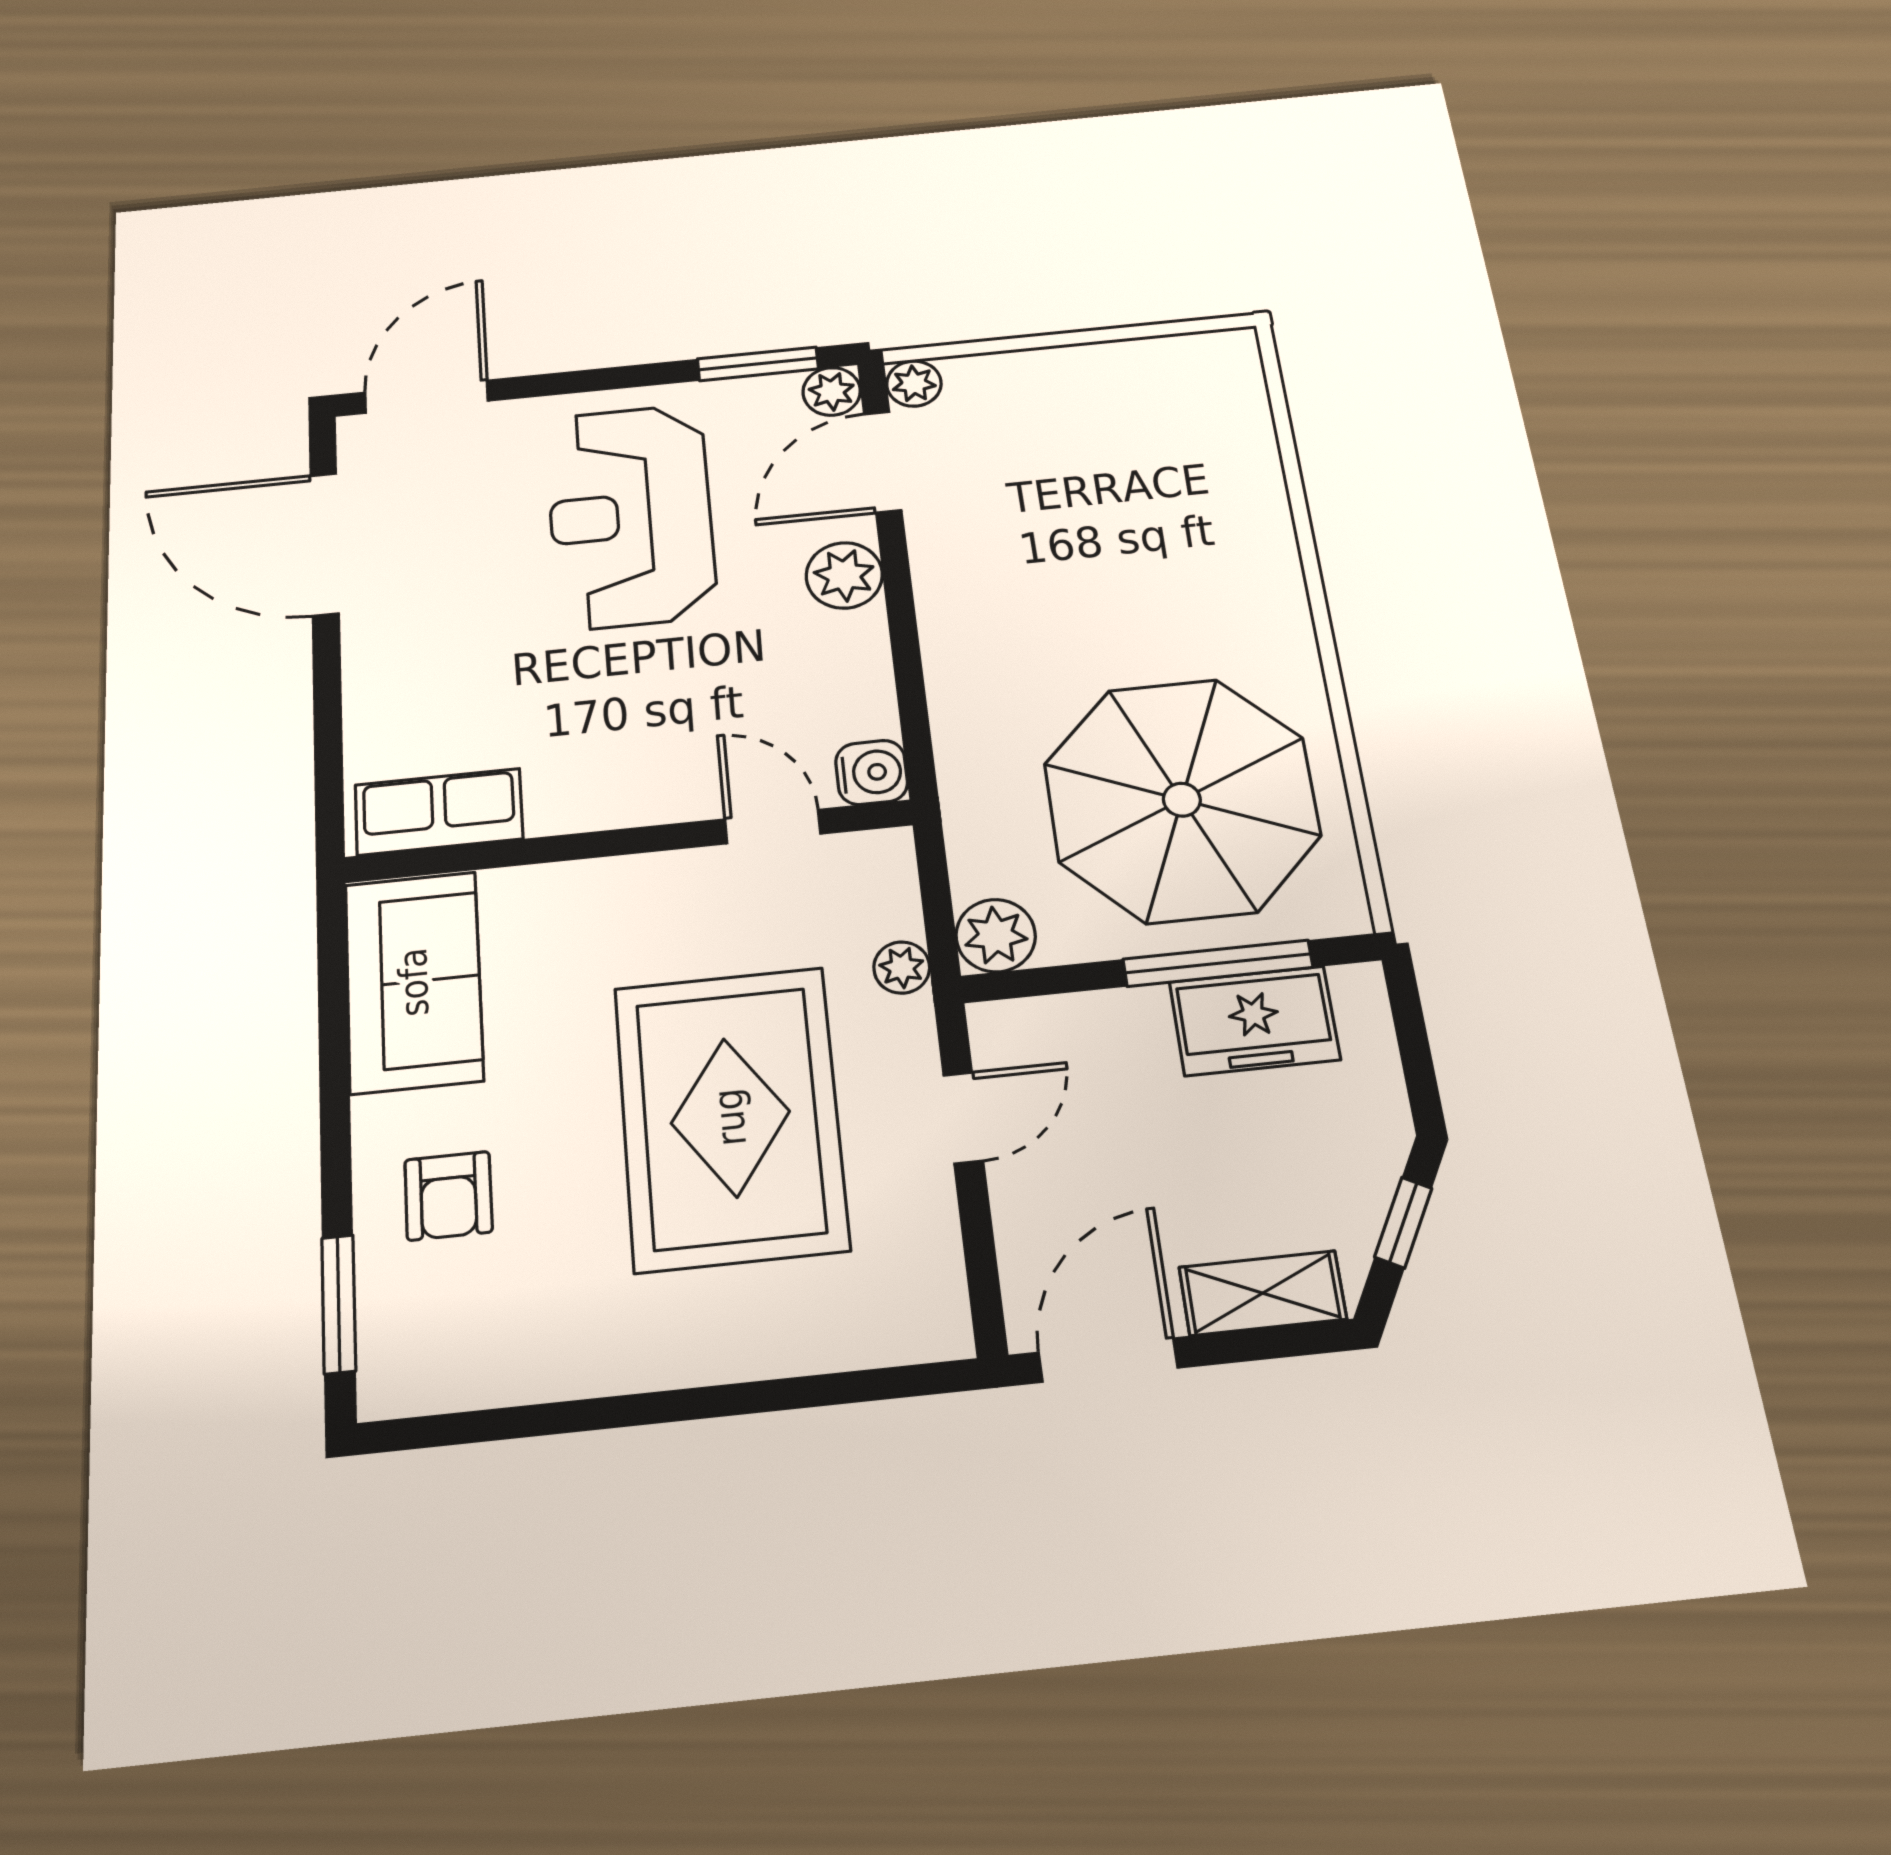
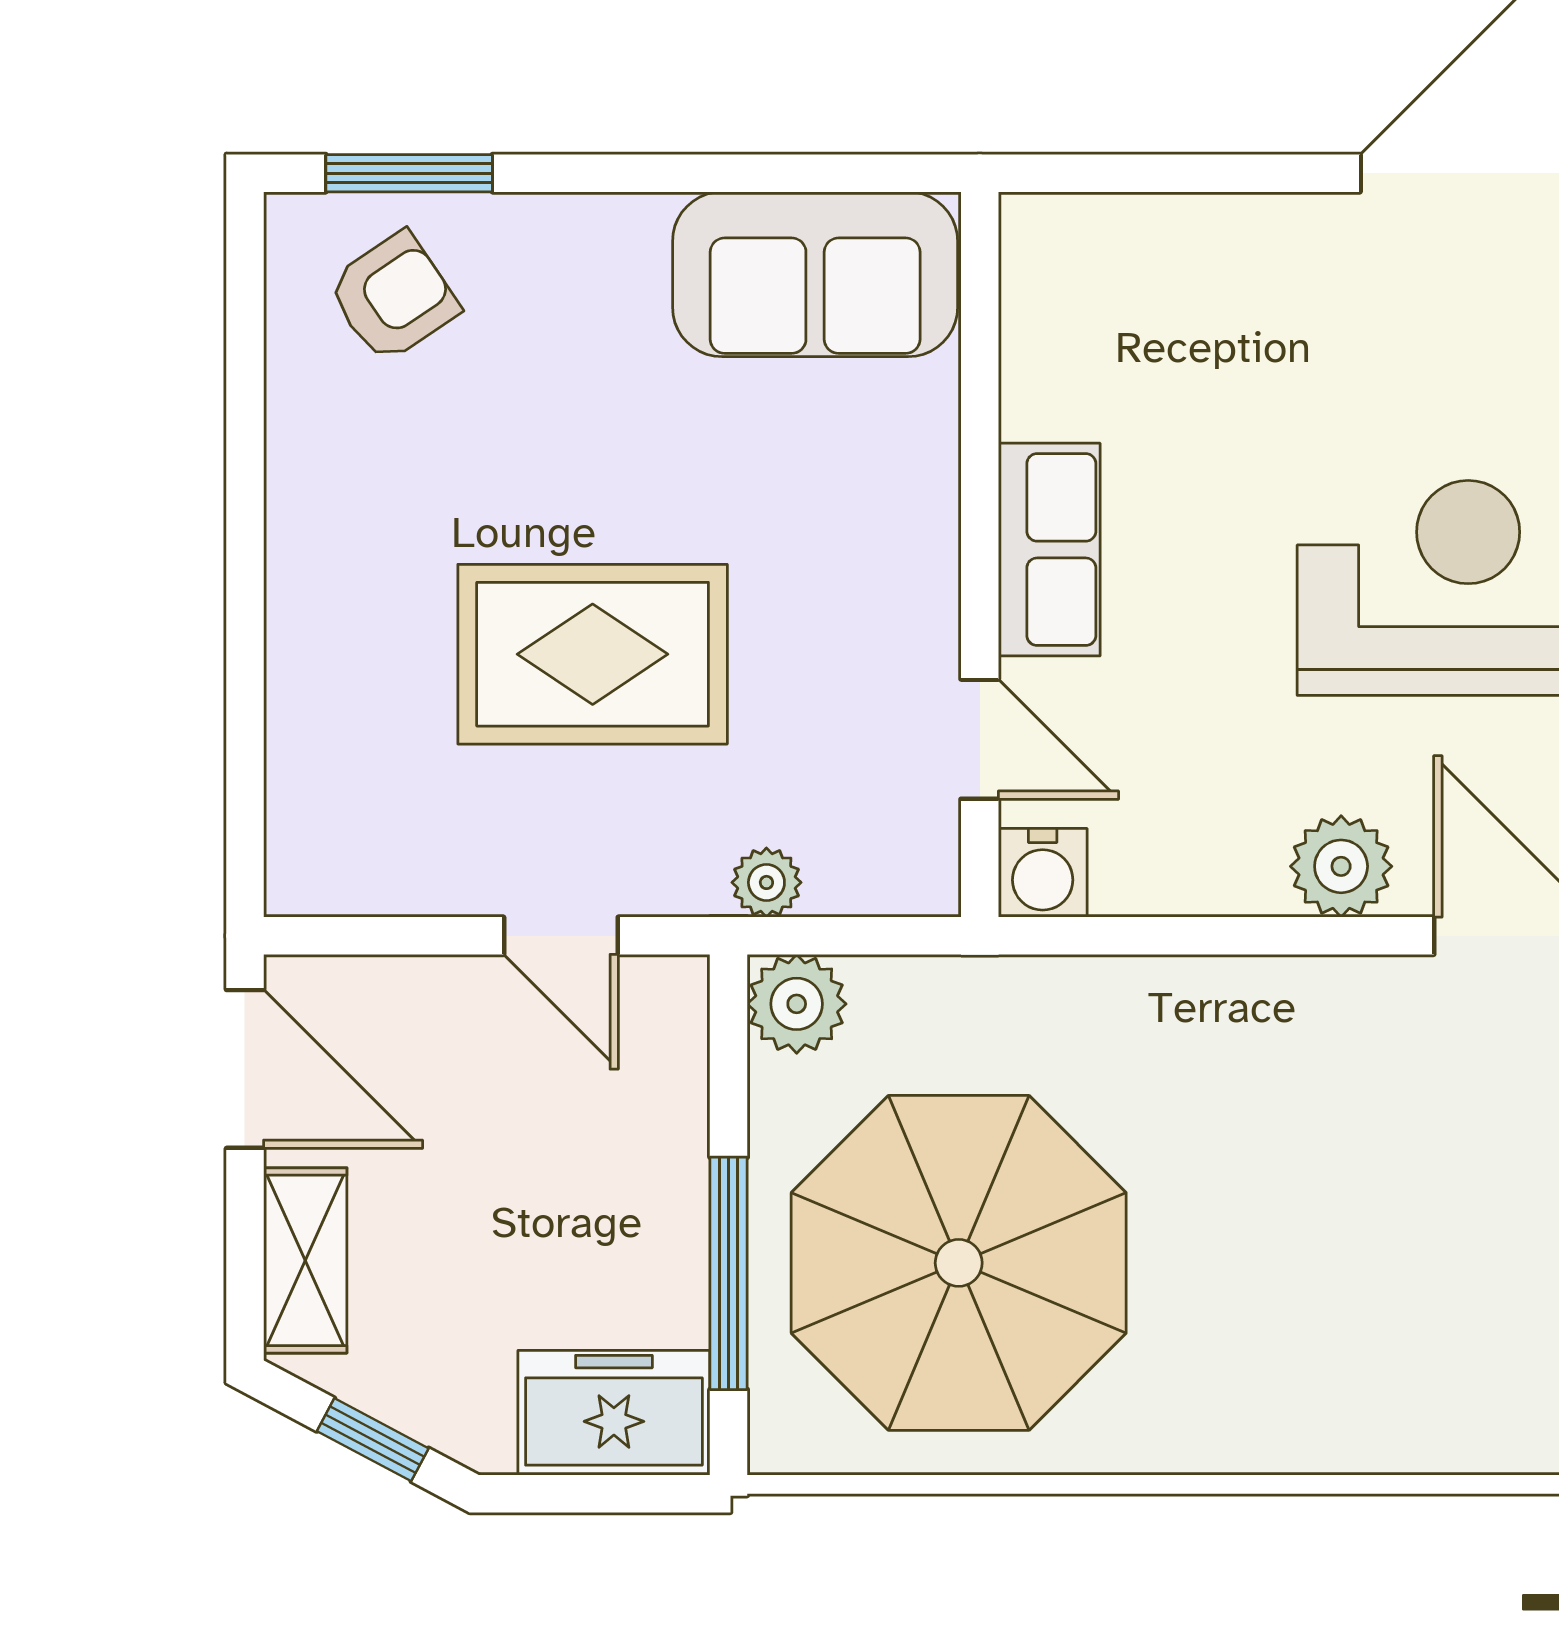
row of seats: (439, 812) -> (1049, 550), moved
door: (773, 827) -> (980, 739), hinge flipped
freezer: (1254, 1021) -> (614, 1413), moved, turned 90
rug: (730, 1117) -> (593, 654), width x0.73, depth x0.69
armchair: (448, 1196) -> (393, 297), moved, turned 146

